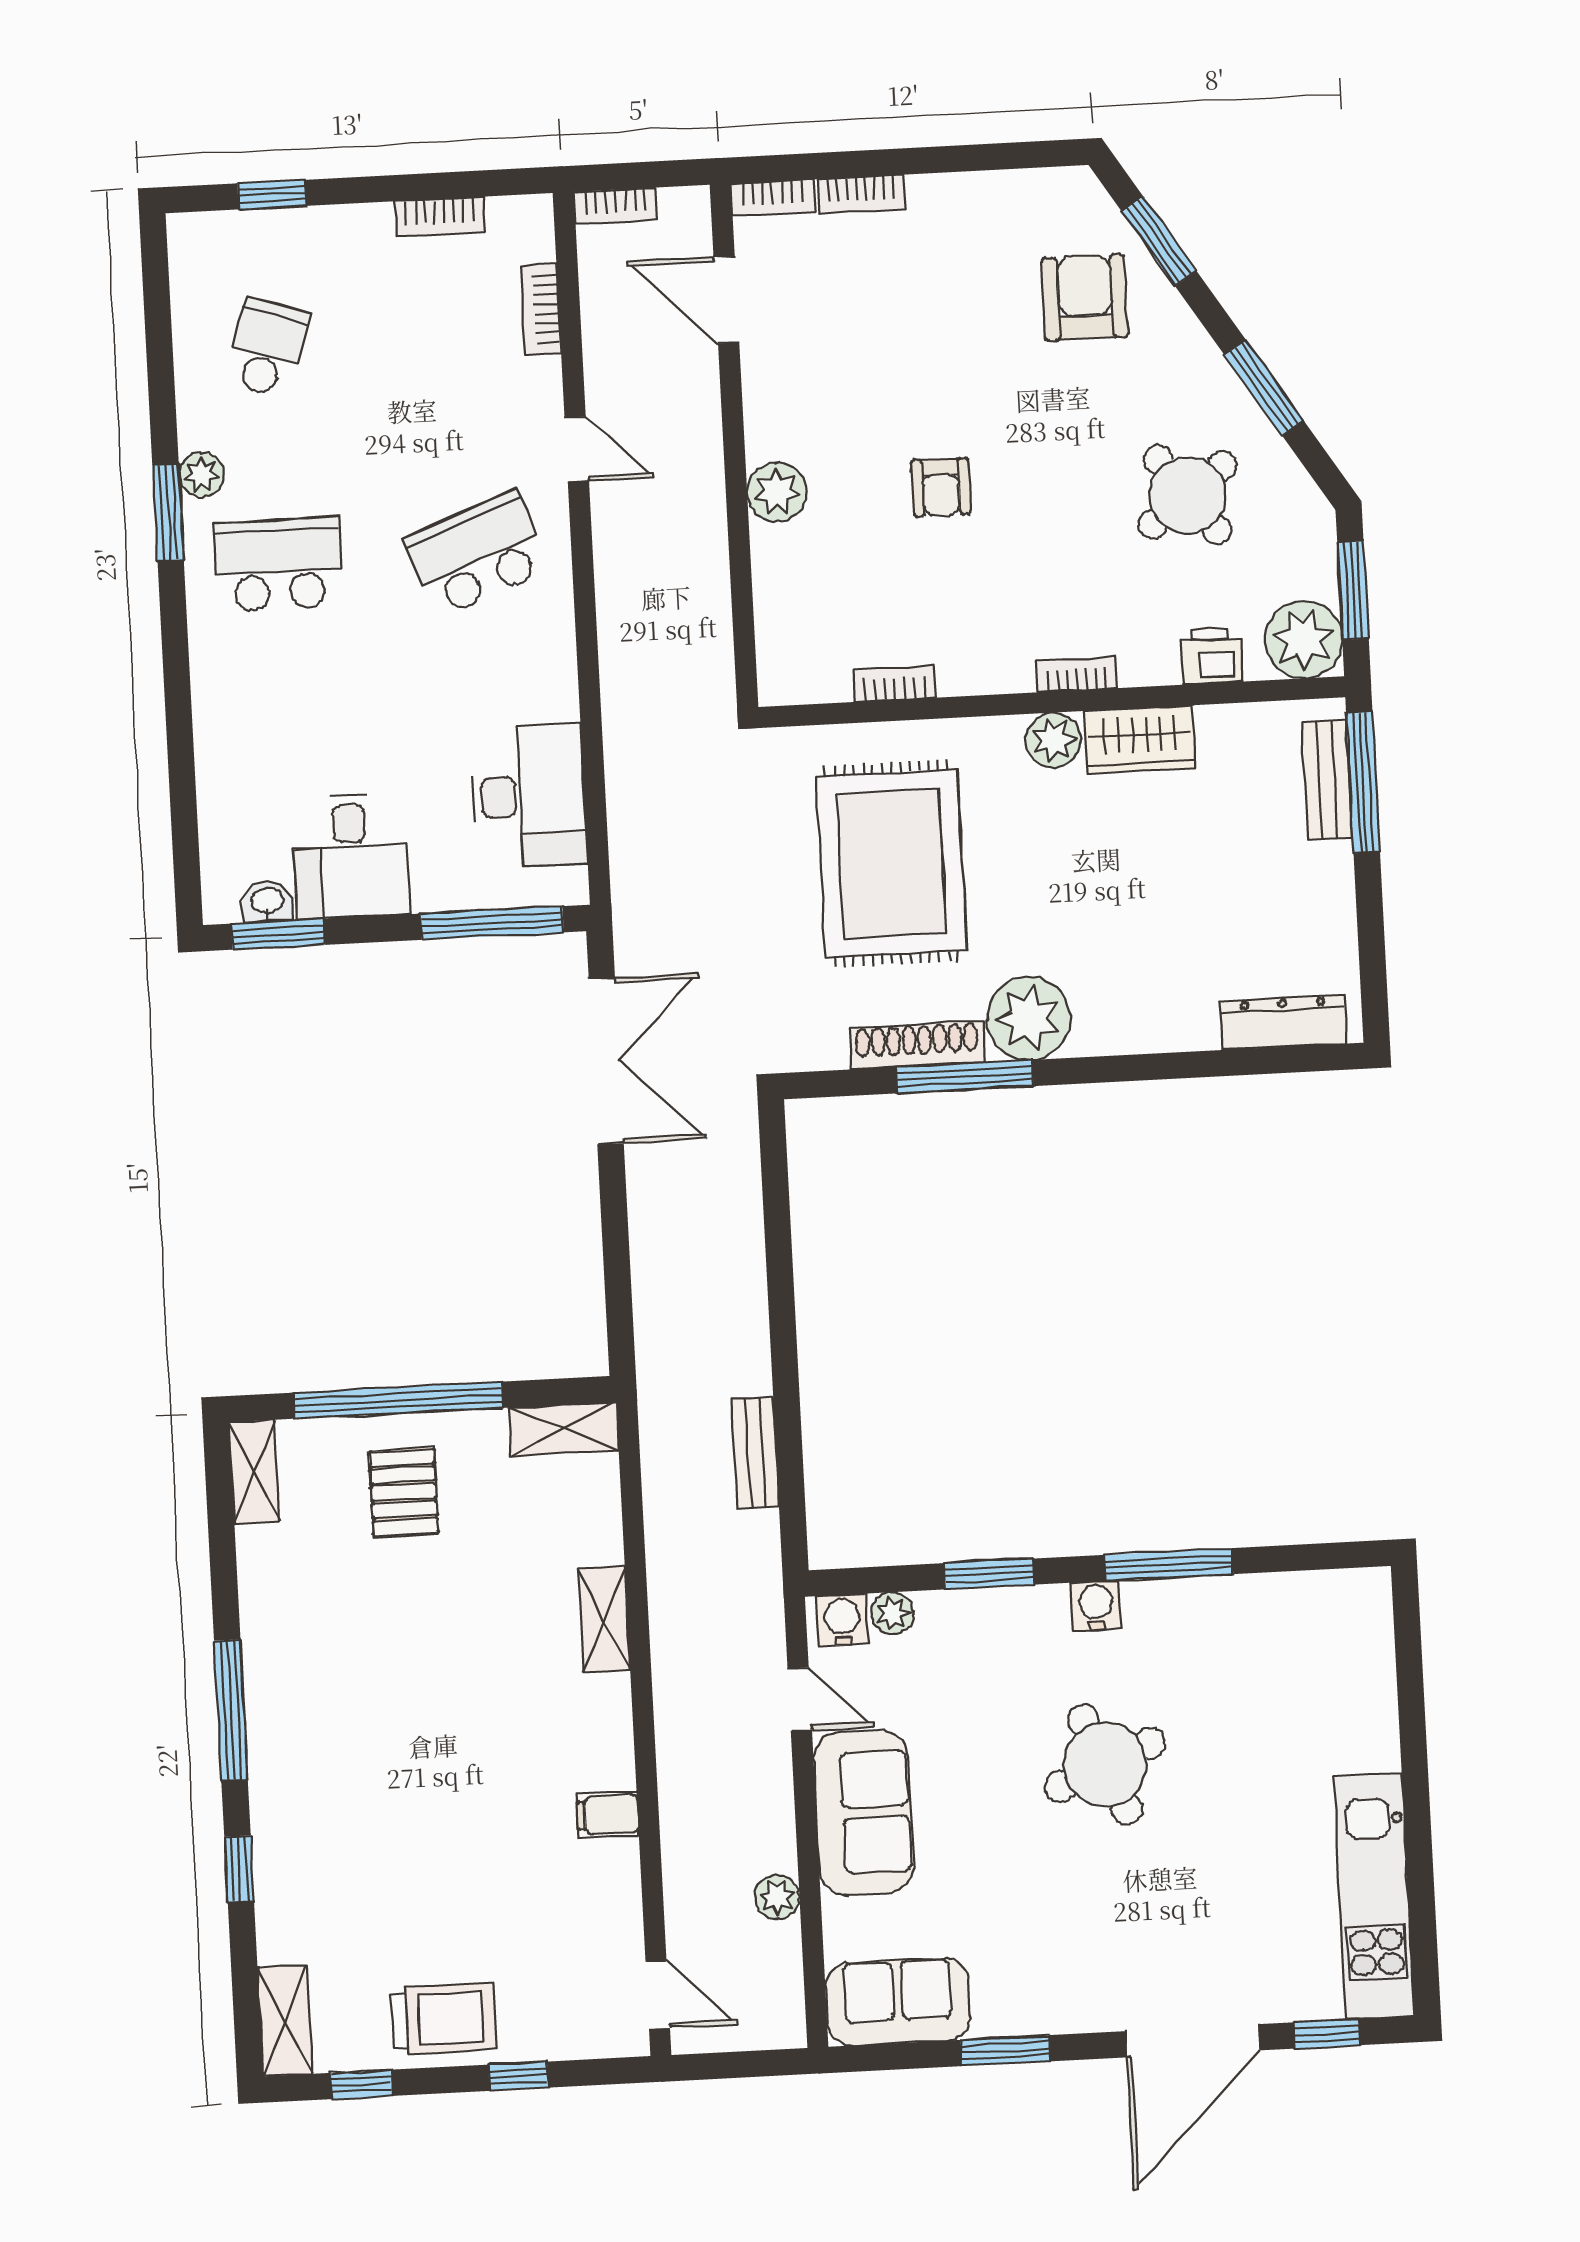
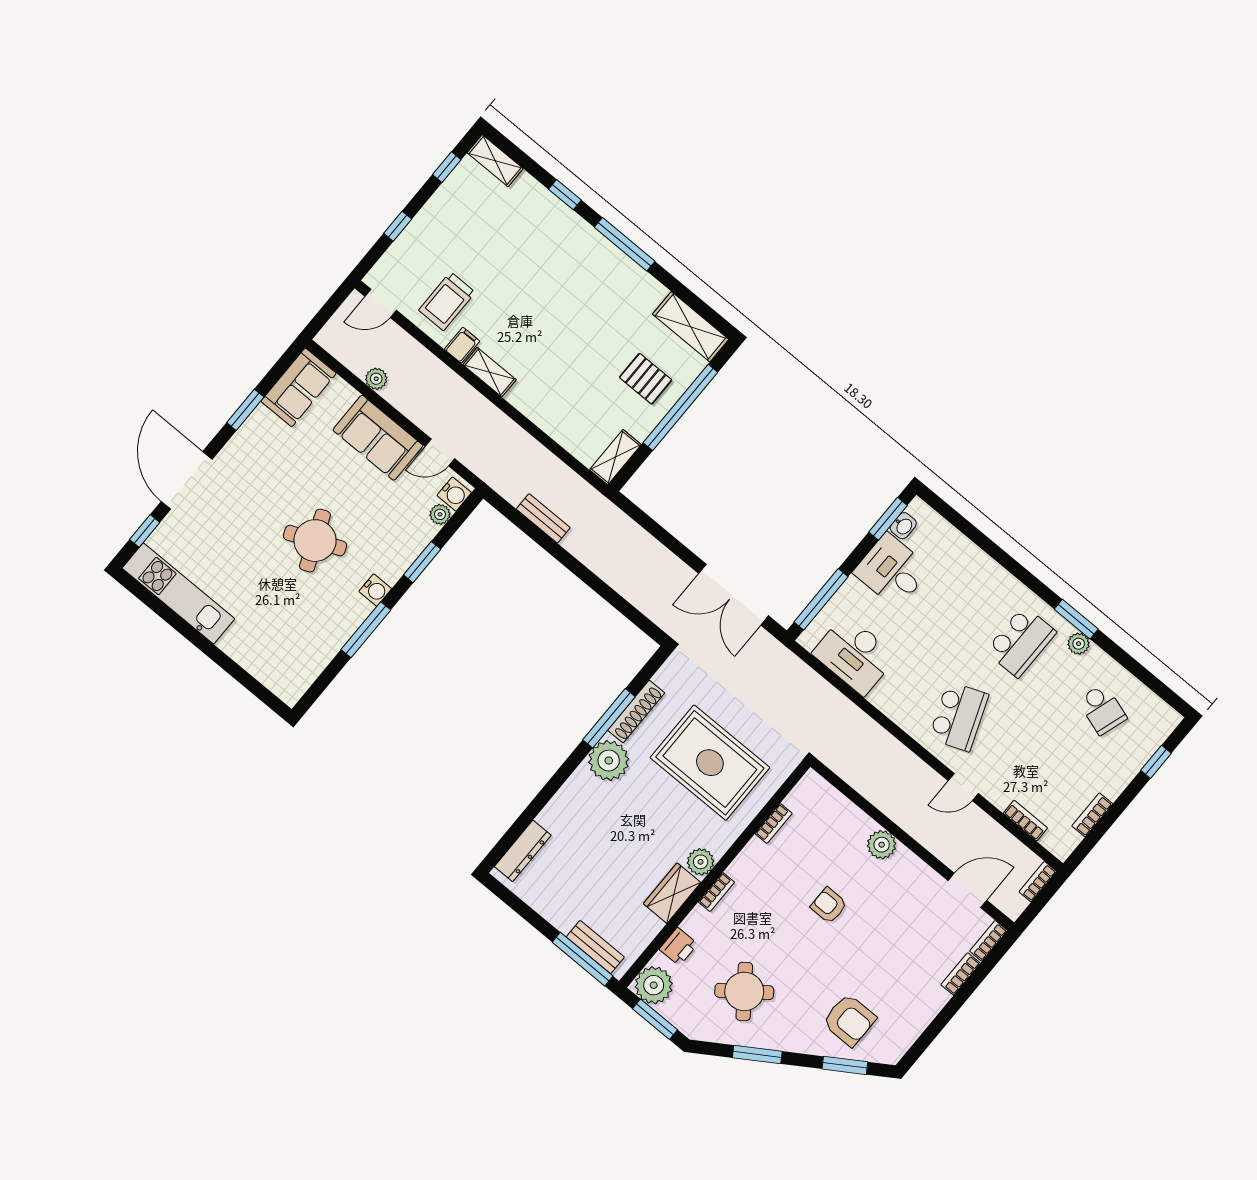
shelving: (254, 1472) -> (691, 327), width x1.50, depth x1.33
shelving: (604, 1619) -> (490, 372), moved
trolley: (443, 2019) -> (447, 301), moved

